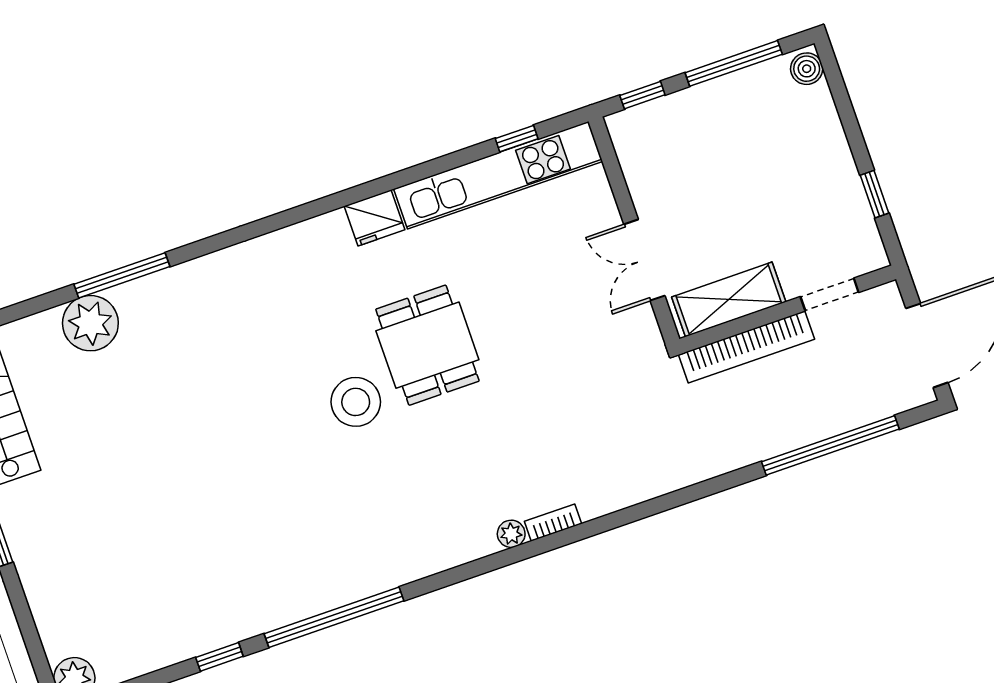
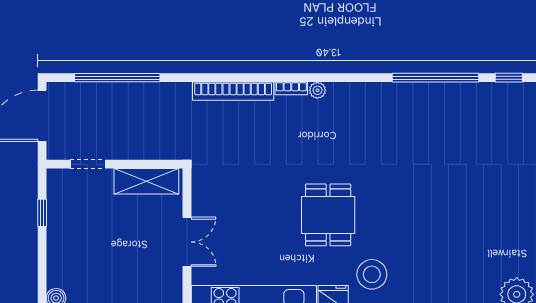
double door: (644, 260) -> (187, 242), moved
bookcase: (746, 347) -> (233, 91), moved, turned 180
stool: (356, 402) -> (372, 274), moved

